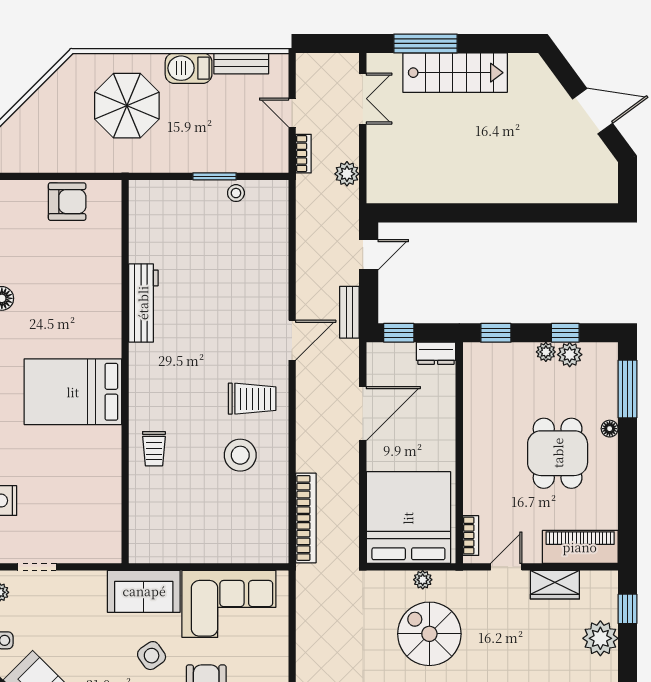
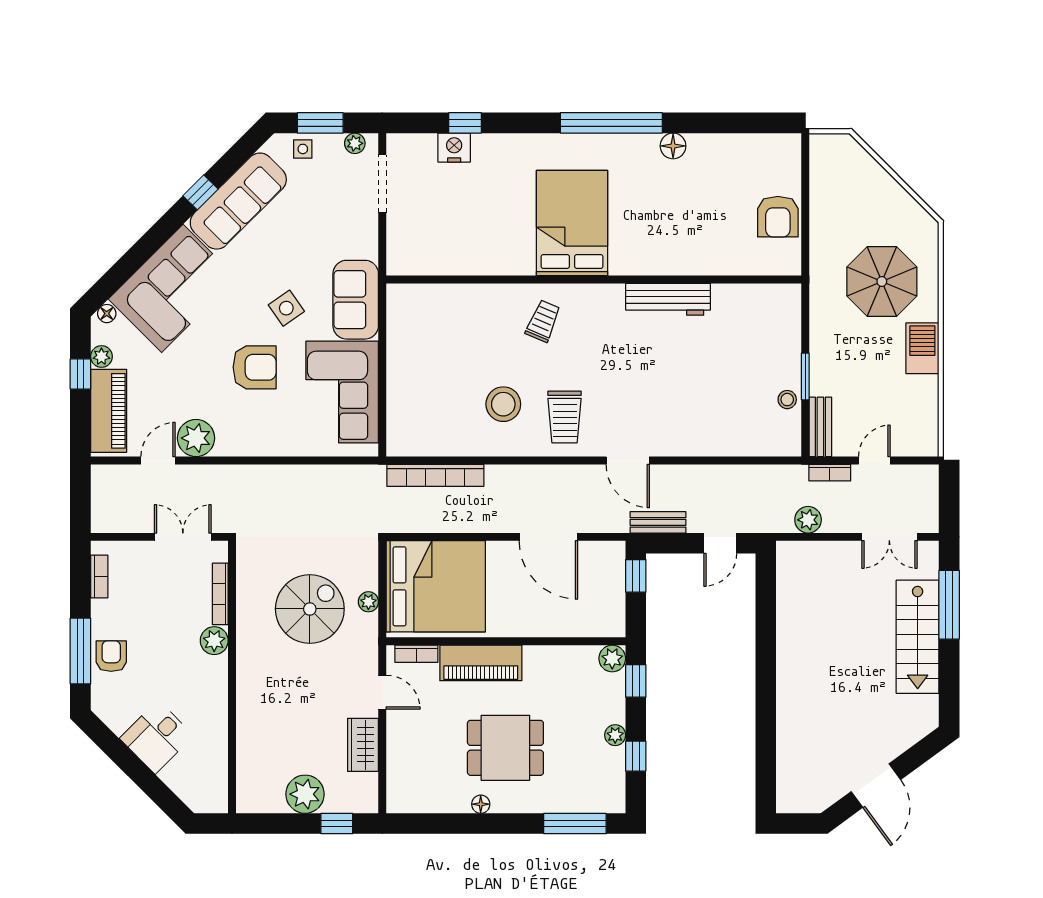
bench: (241, 63) -> (820, 427), moved
door: (369, 255) -> (720, 543), hinge flipped
dresser: (436, 353) -> (614, 616), removed
plant: (570, 355) -> (612, 658), moved
floor lamp: (610, 429) -> (481, 804), moved
trolley: (154, 449) -> (543, 321), moved, turned 113
piano: (580, 547) -> (481, 663), moved, turned 90
doorway: (37, 567) -> (382, 184), width x1.38

